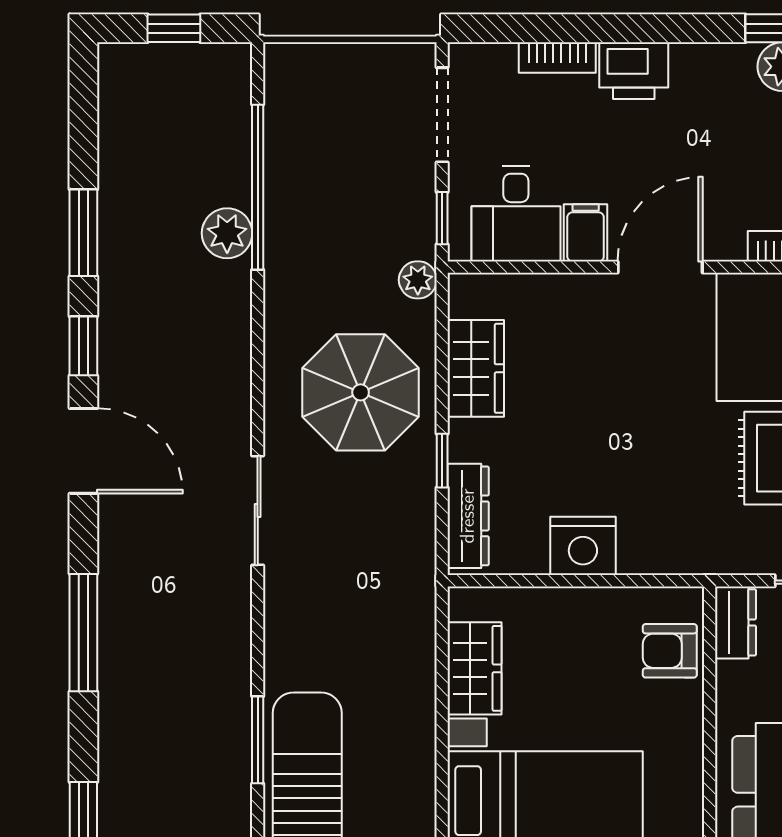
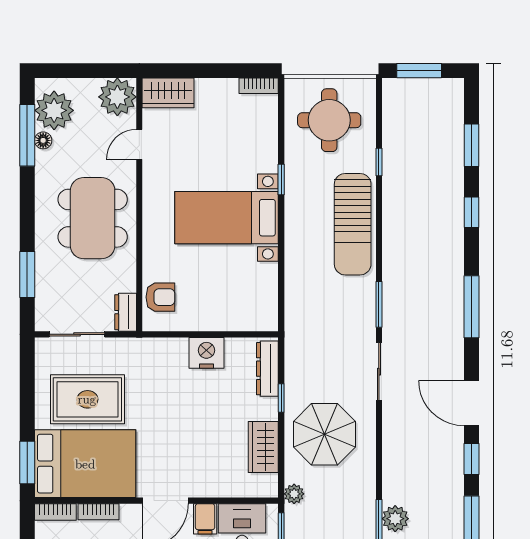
wardrobe: (474, 668) -> (264, 288), removed
window: (258, 740) -> (379, 304), moved

